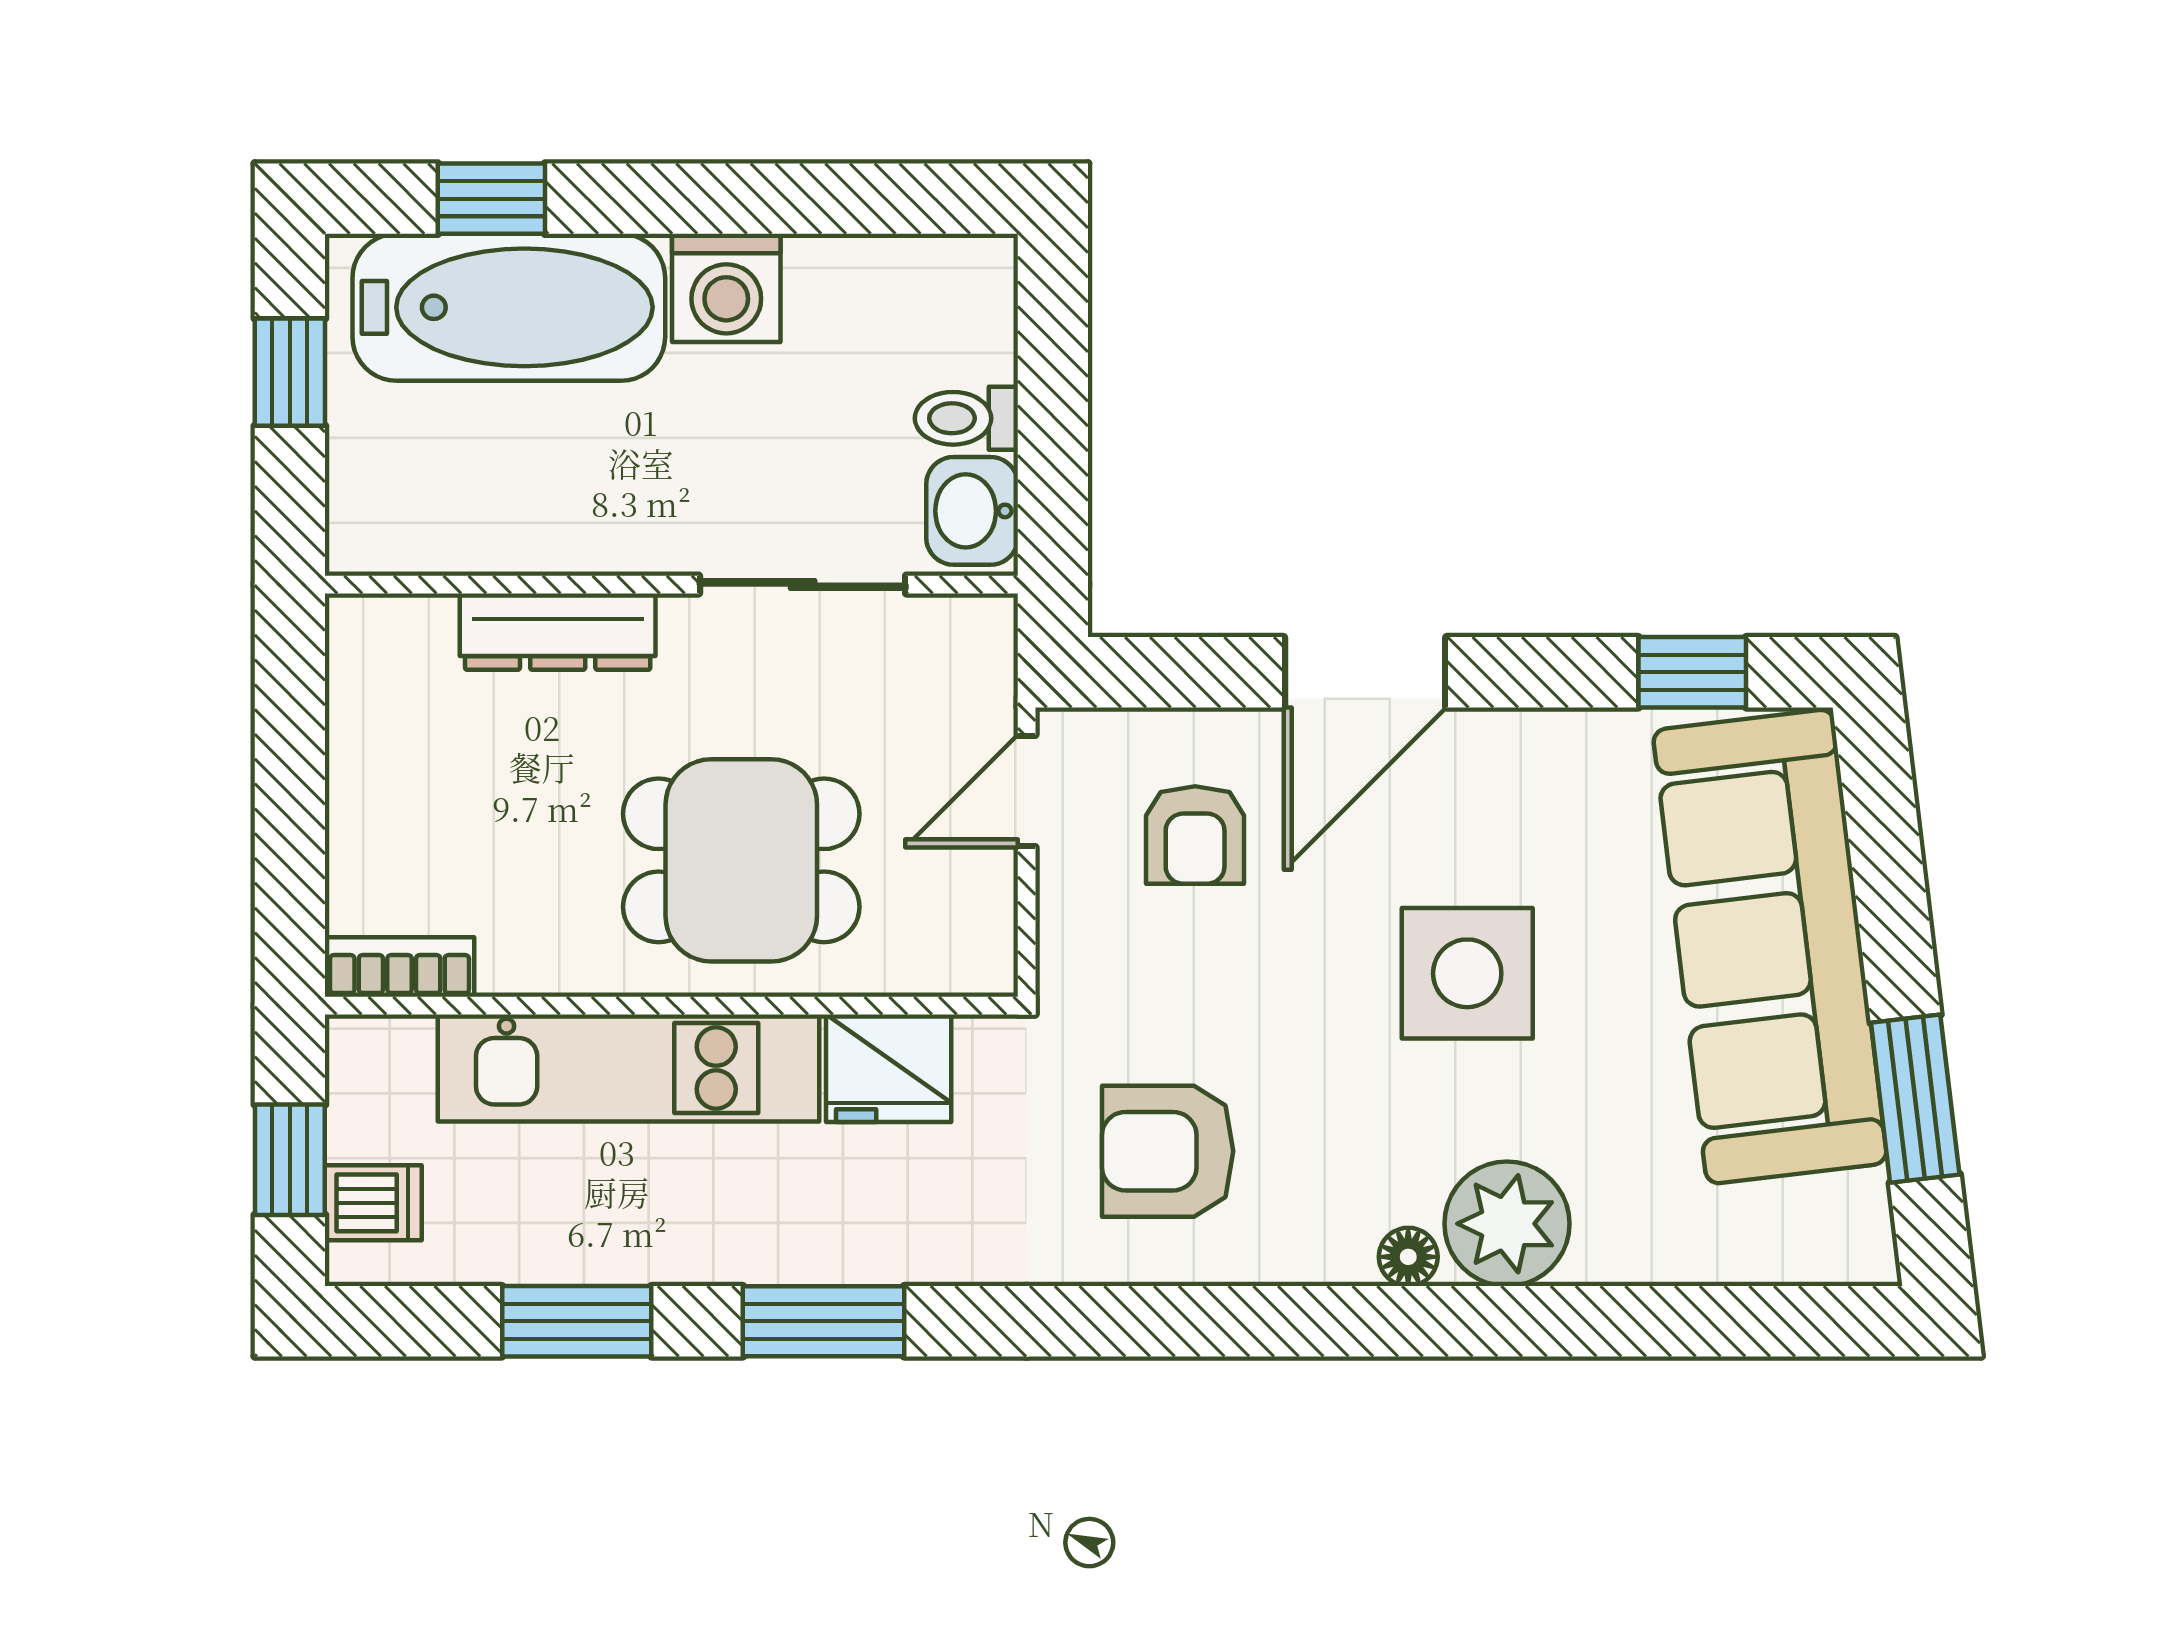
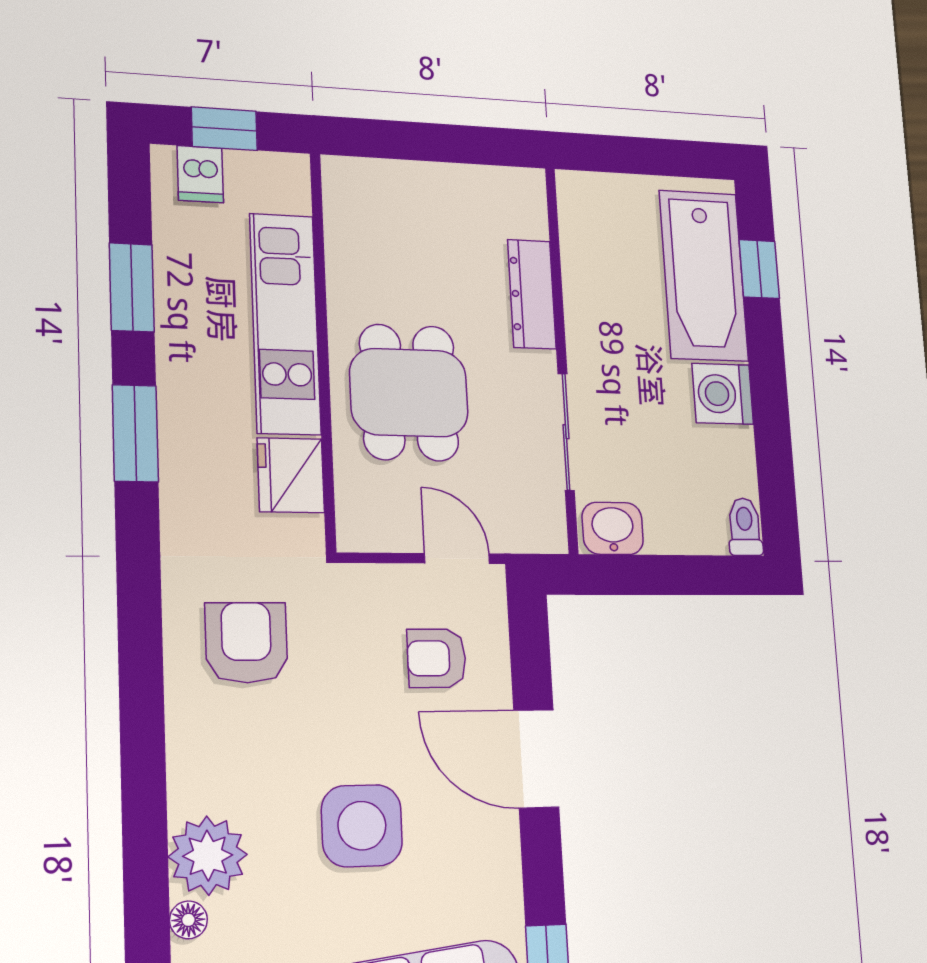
window: (290, 372) -> (661, 157), removed
toilet: (966, 418) -> (745, 527), moved
bookcase: (400, 967) -> (339, 197), removed
floor lamp: (1408, 1257) -> (188, 920), moved

